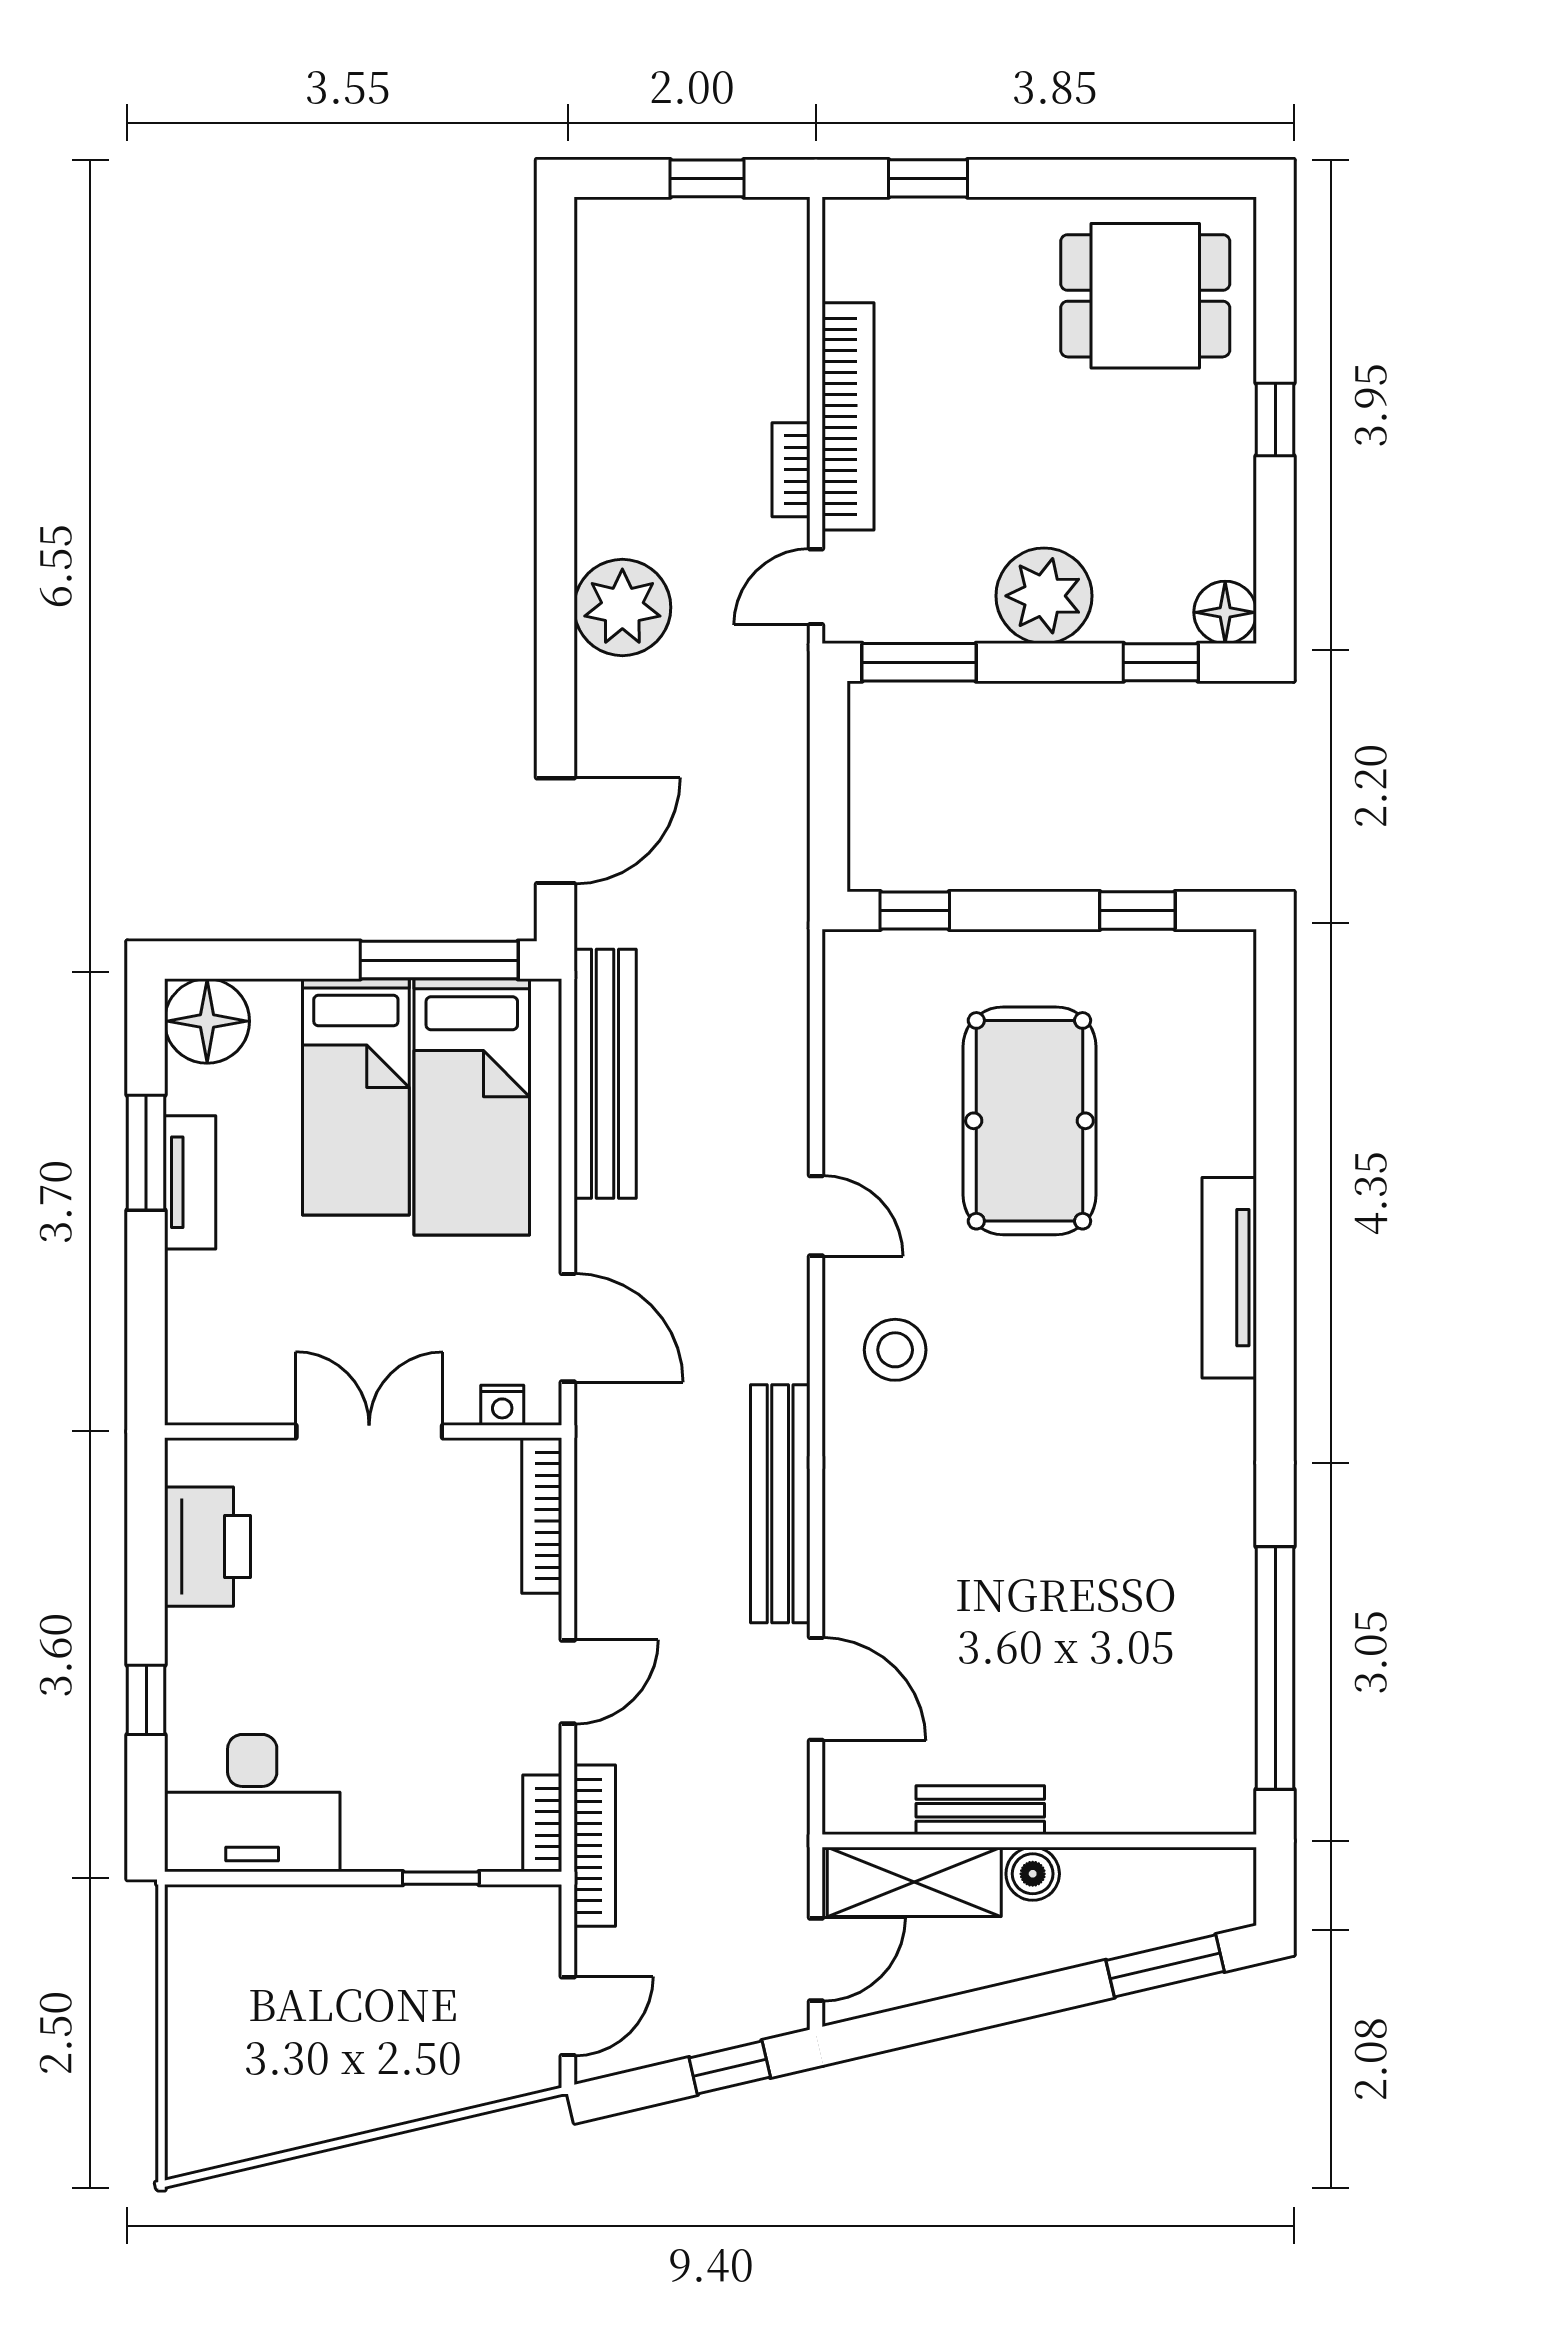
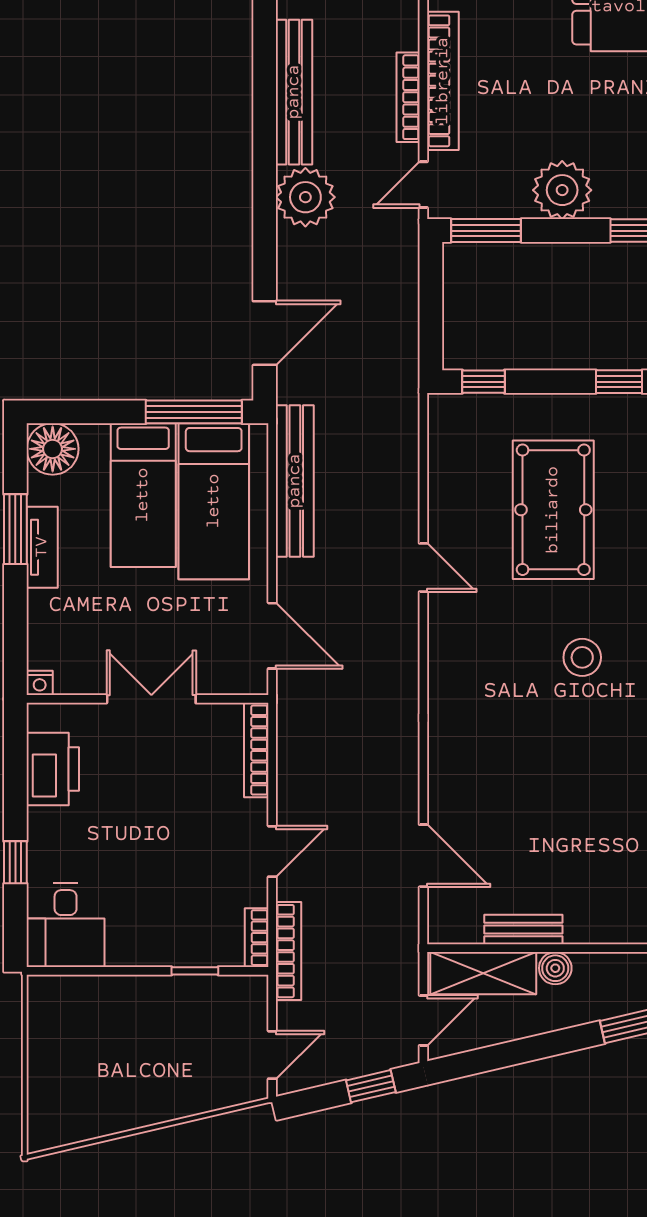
bookcase: (791, 470) -> (408, 97), width x1.56
stool: (895, 1350) -> (582, 657), moved
nightstand: (502, 1405) -> (40, 683), moved
bench: (780, 1504) -> (294, 92), moved
desk: (252, 1803) -> (66, 925), width x0.73

